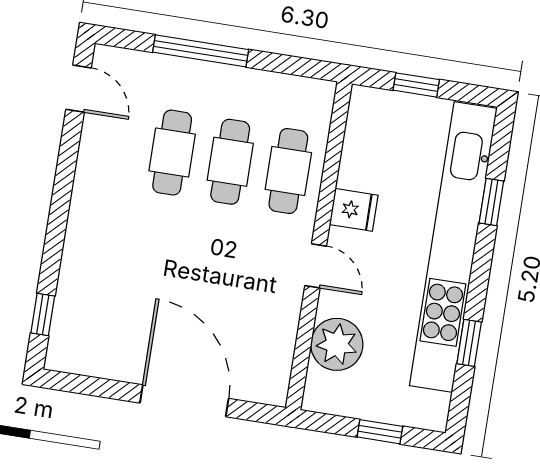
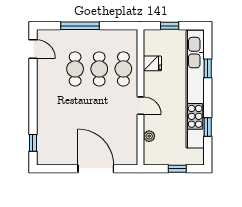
fridge: (354, 210) -> (152, 63), moved
plant: (337, 344) -> (149, 136), width x0.53, depth x0.53

